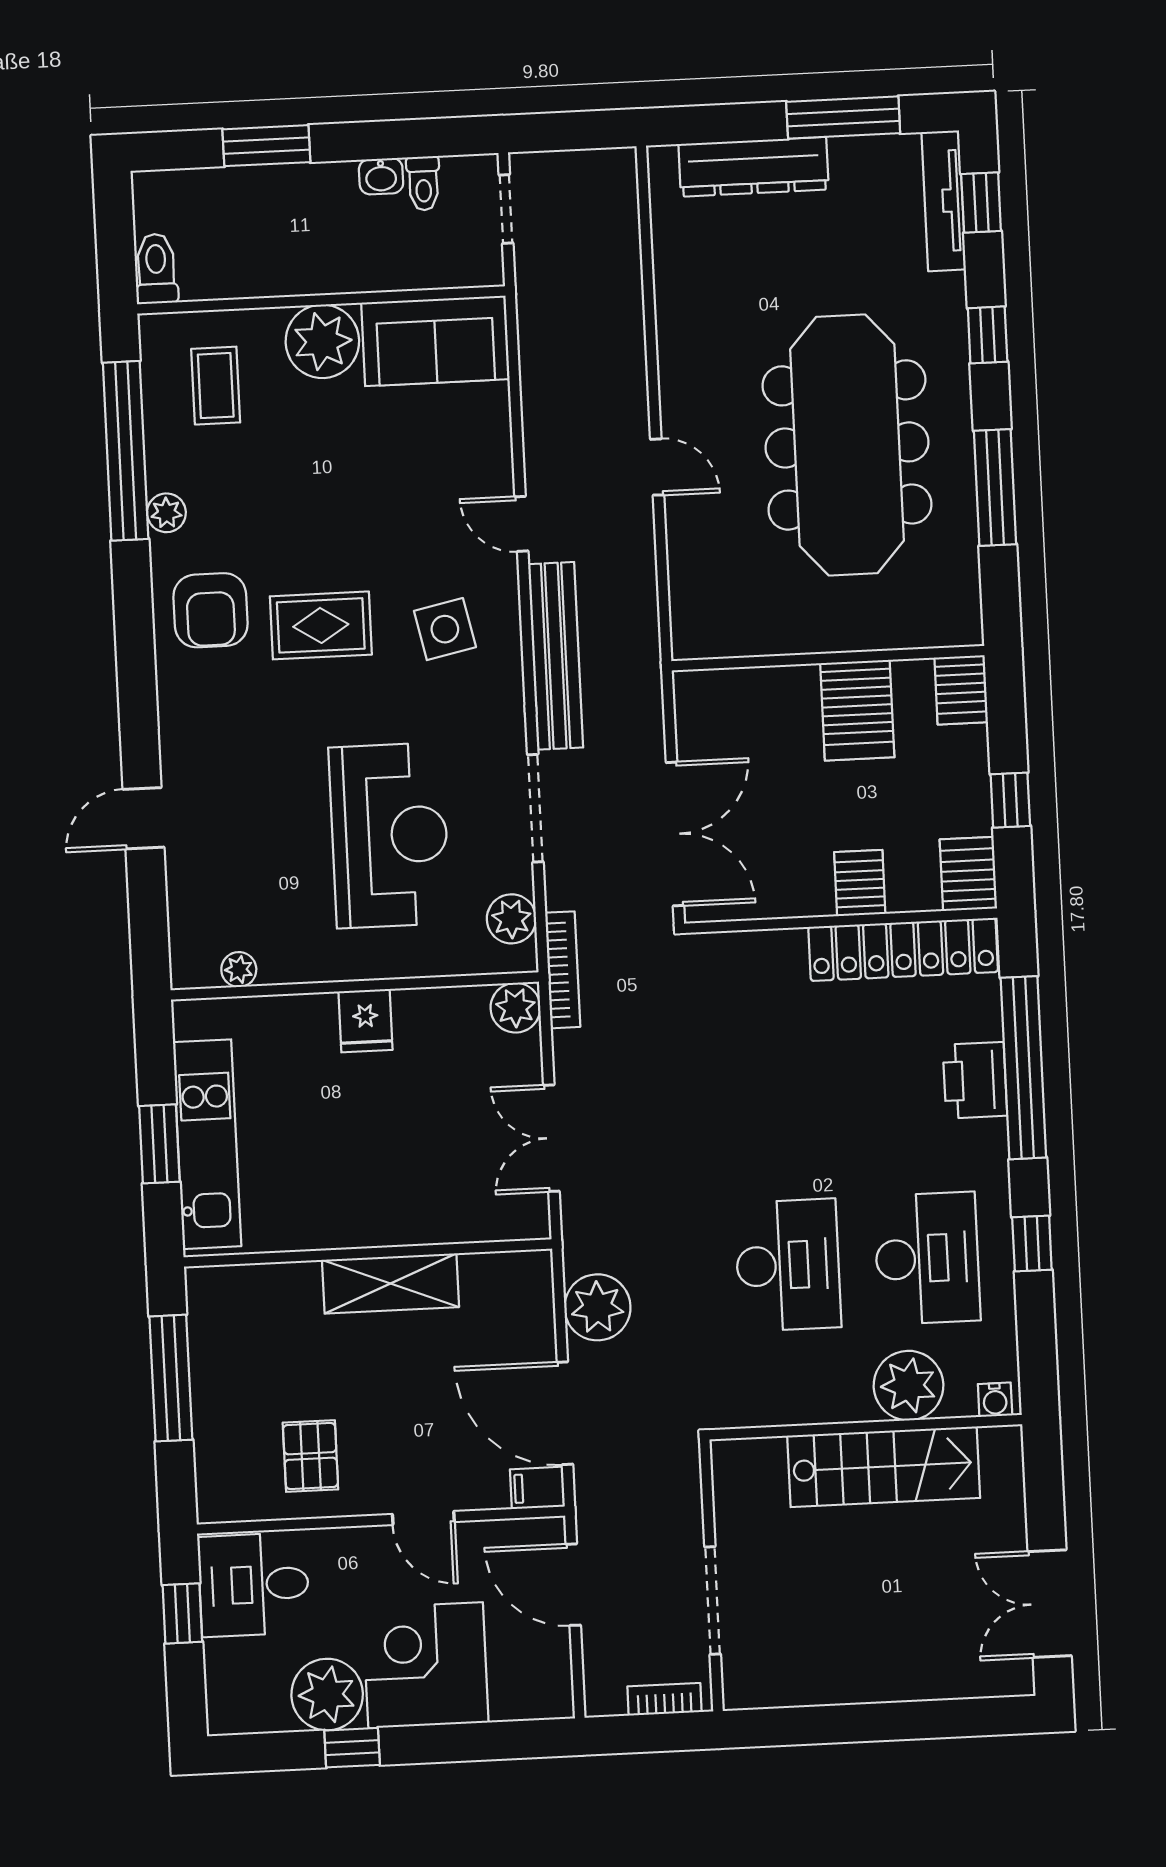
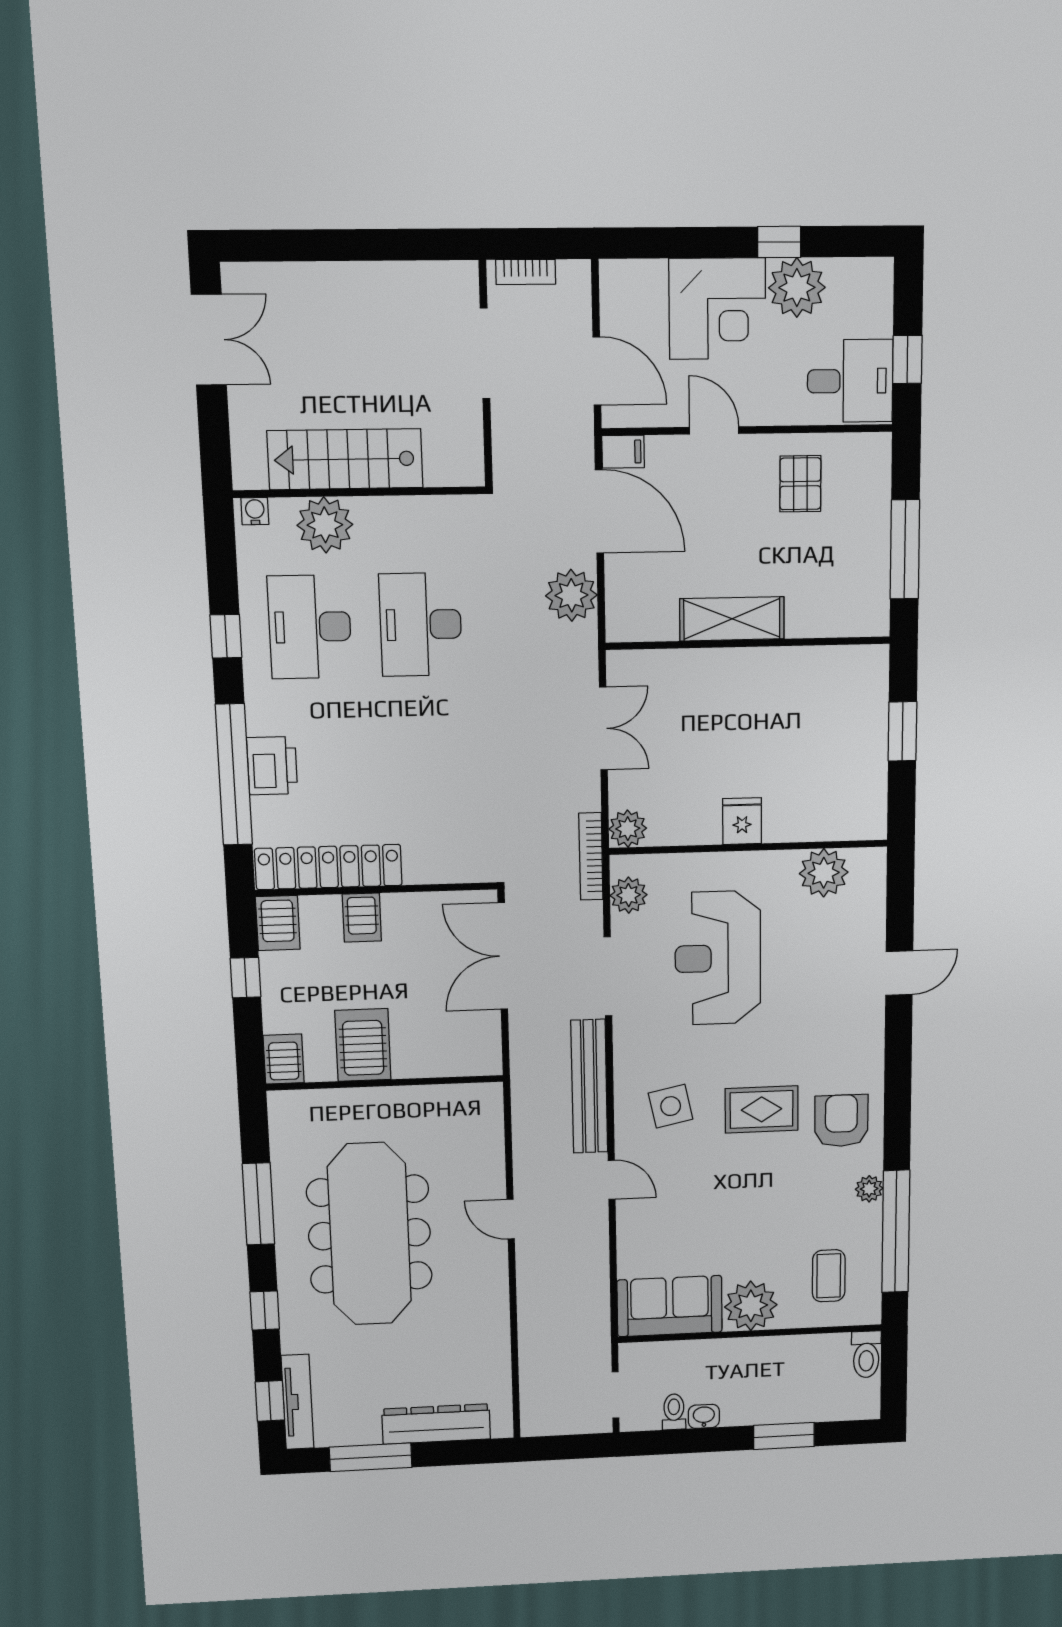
plant: (239, 970) -> (824, 873), width x1.87, depth x1.87
kitchen unit: (207, 1144) -> (866, 730), removed

